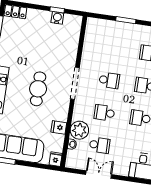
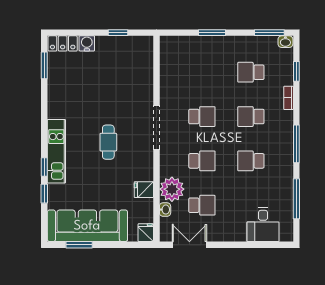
water cooler: (57, 18) -> (87, 43), moved
cafe table: (38, 89) -> (108, 142), width x0.73, depth x0.74
school desk: (104, 113) -> (202, 161), turned 180
double door: (99, 175) -> (189, 245), moved

